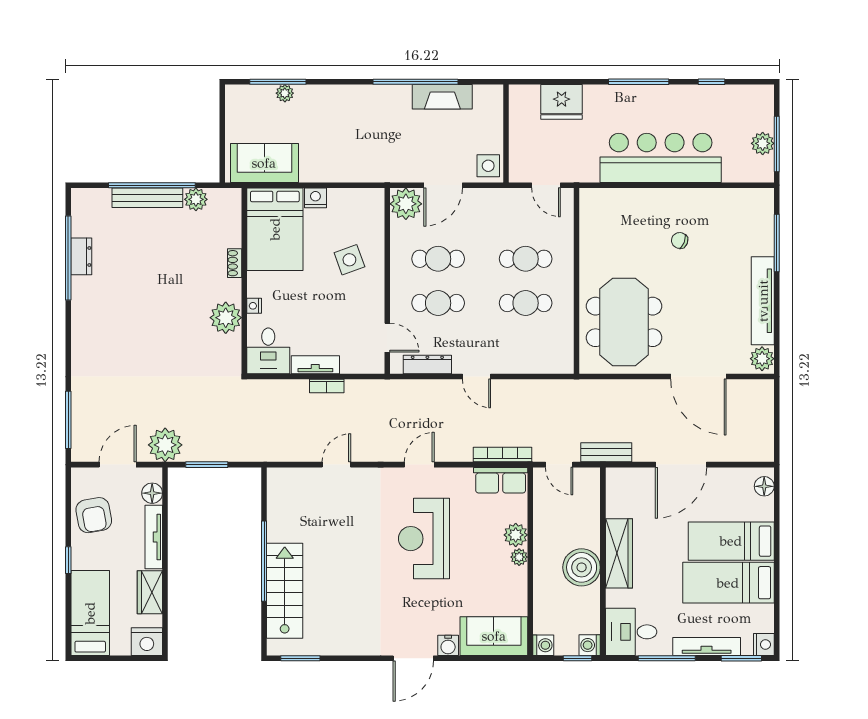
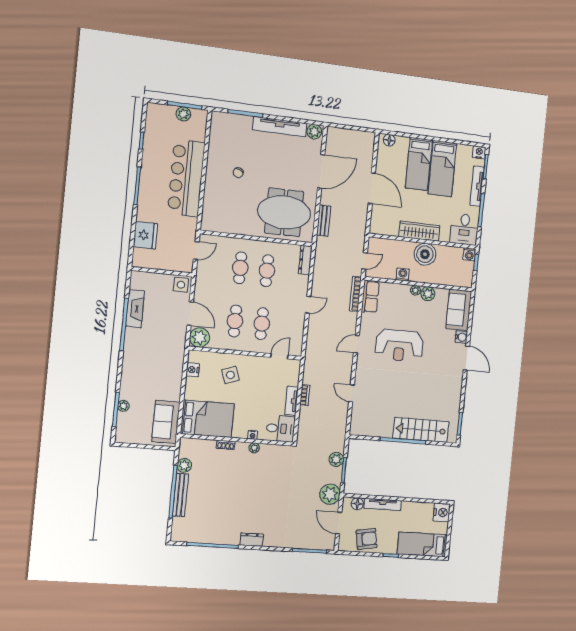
nightstand: (315, 198) -> (193, 370), moved
dresser: (81, 256) -> (252, 540), moved
plant: (226, 318) -> (254, 448), width x0.53, depth x0.53
dresser: (427, 365) -> (305, 260), moved
plant: (224, 450) -> (336, 459), added
bench: (606, 452) -> (324, 221), moved
door: (419, 465) -> (356, 344), hinge flipped
plant: (516, 535) -> (428, 294), moved
wardrobe: (150, 592) -> (414, 509), removed
washing machine: (543, 645) -> (403, 275), moved

